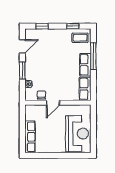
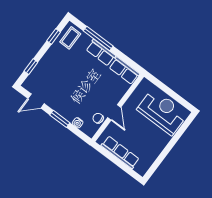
door: (22, 46) -> (36, 101), swing flipped
row of seats: (30, 137) -> (120, 152), moved

